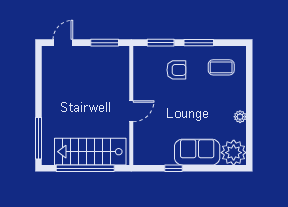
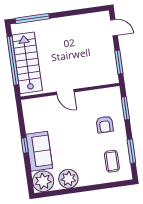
window: (199, 43) -> (131, 151), moved
plant: (240, 117) -> (68, 179), width x1.88, depth x1.88
window: (174, 168) -> (25, 145), moved

